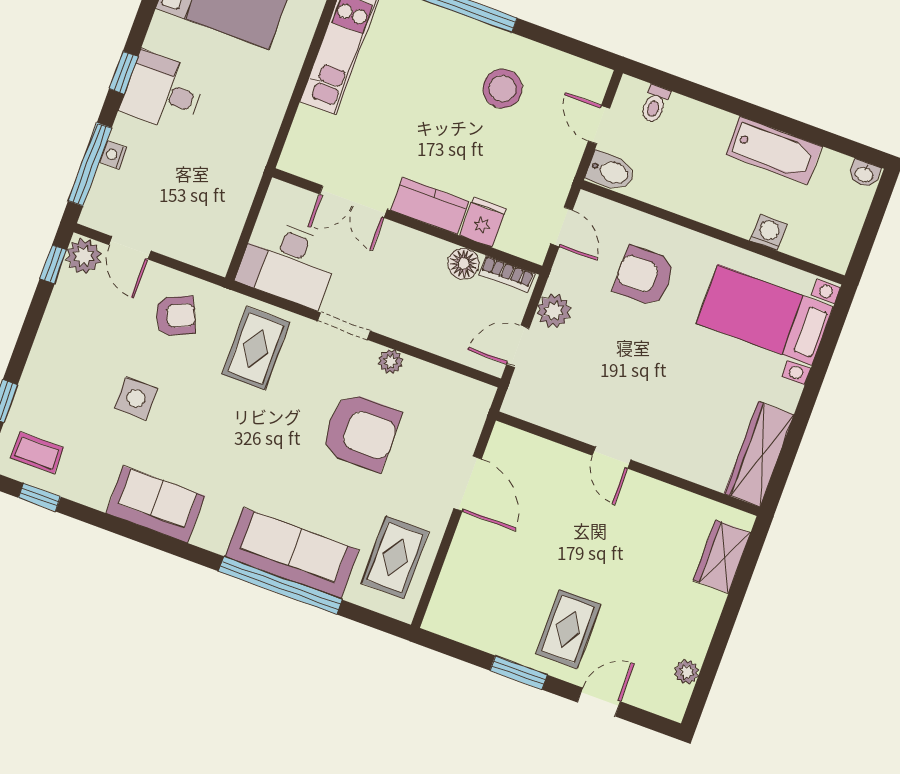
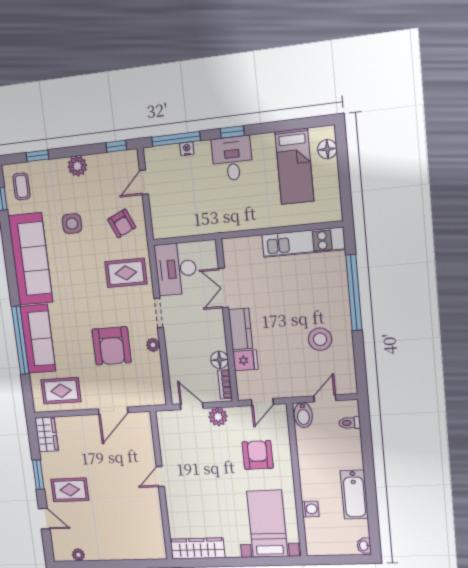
plant: (84, 256) -> (77, 166), moved
sofa: (155, 504) -> (30, 259), width x1.85, depth x1.27
wardrobe: (722, 557) -> (47, 434), moved, turned 90

